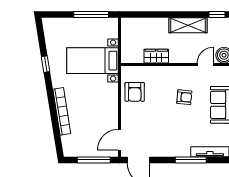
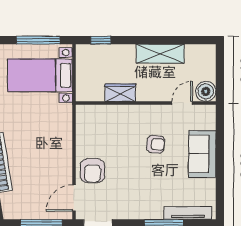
window: (217, 15) -> (101, 40), moved
bed with nightstands: (93, 61) -> (40, 75), moved
armchair: (135, 92) -> (93, 171), moved

